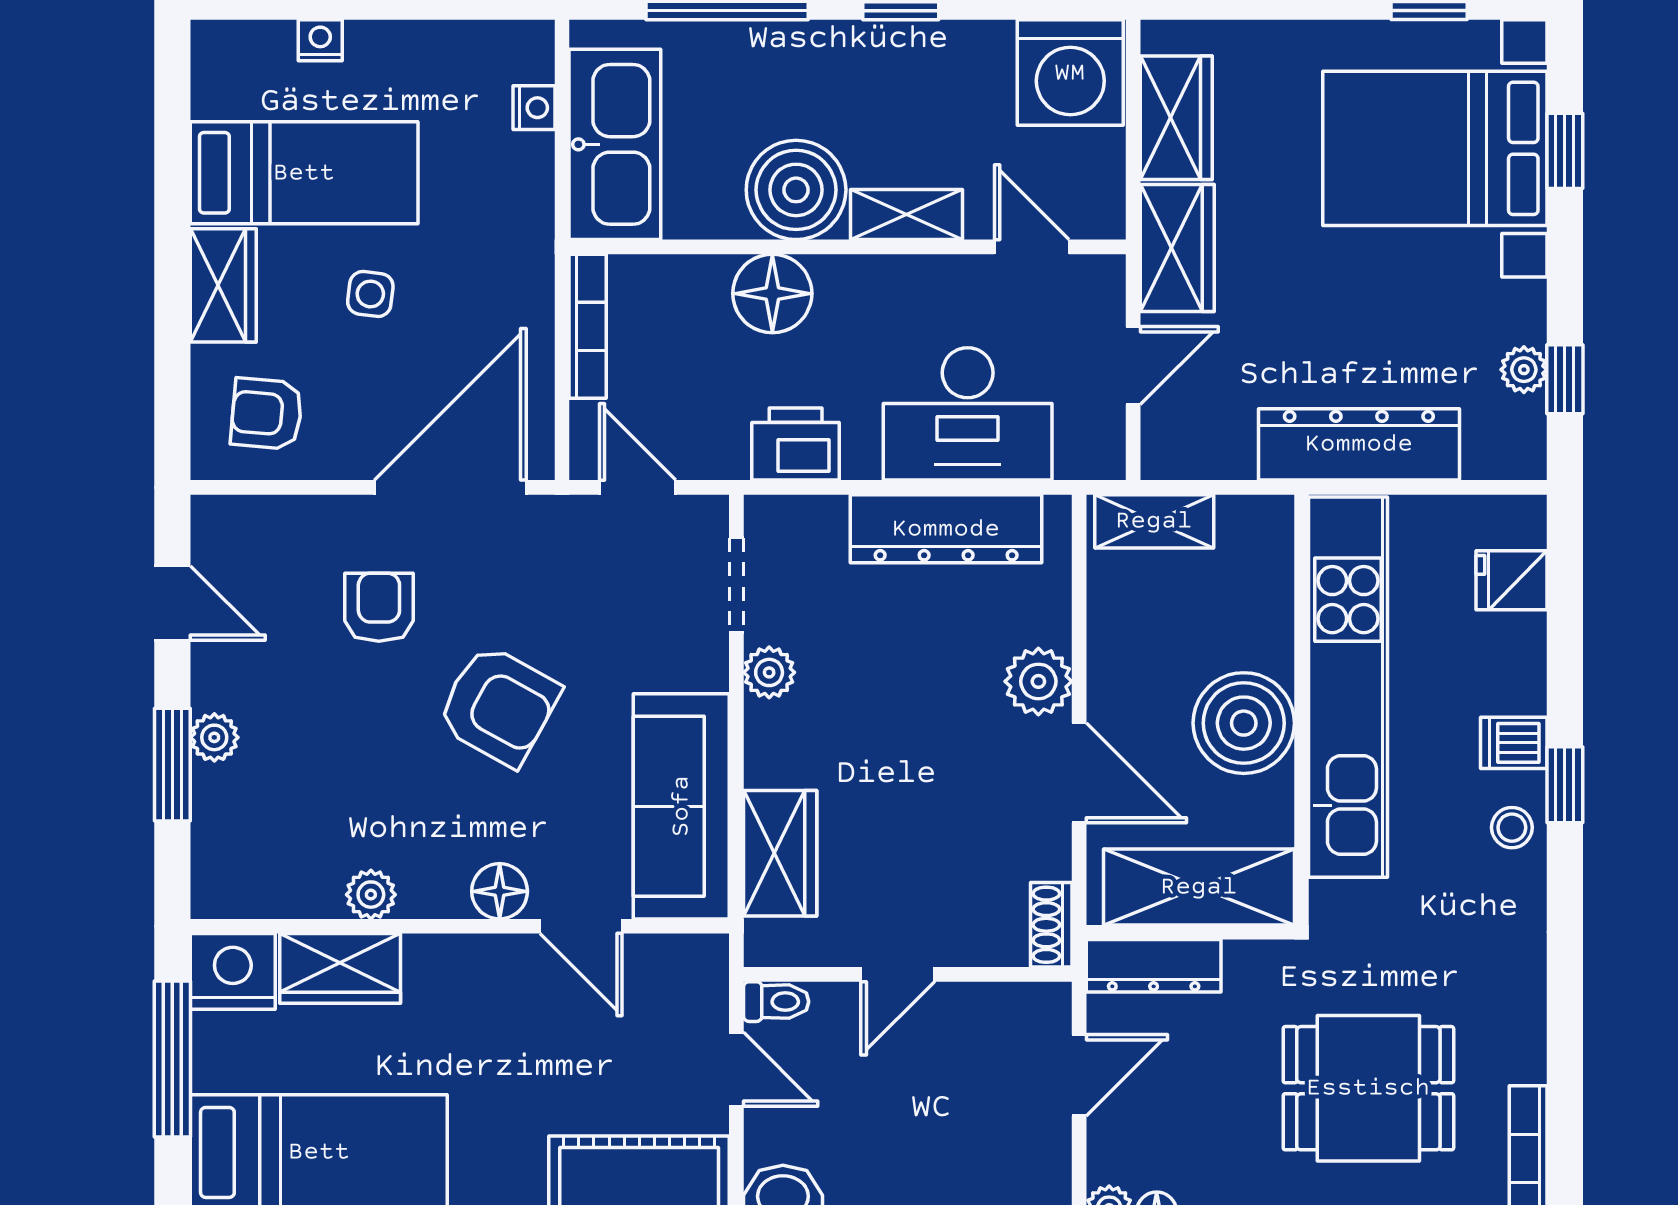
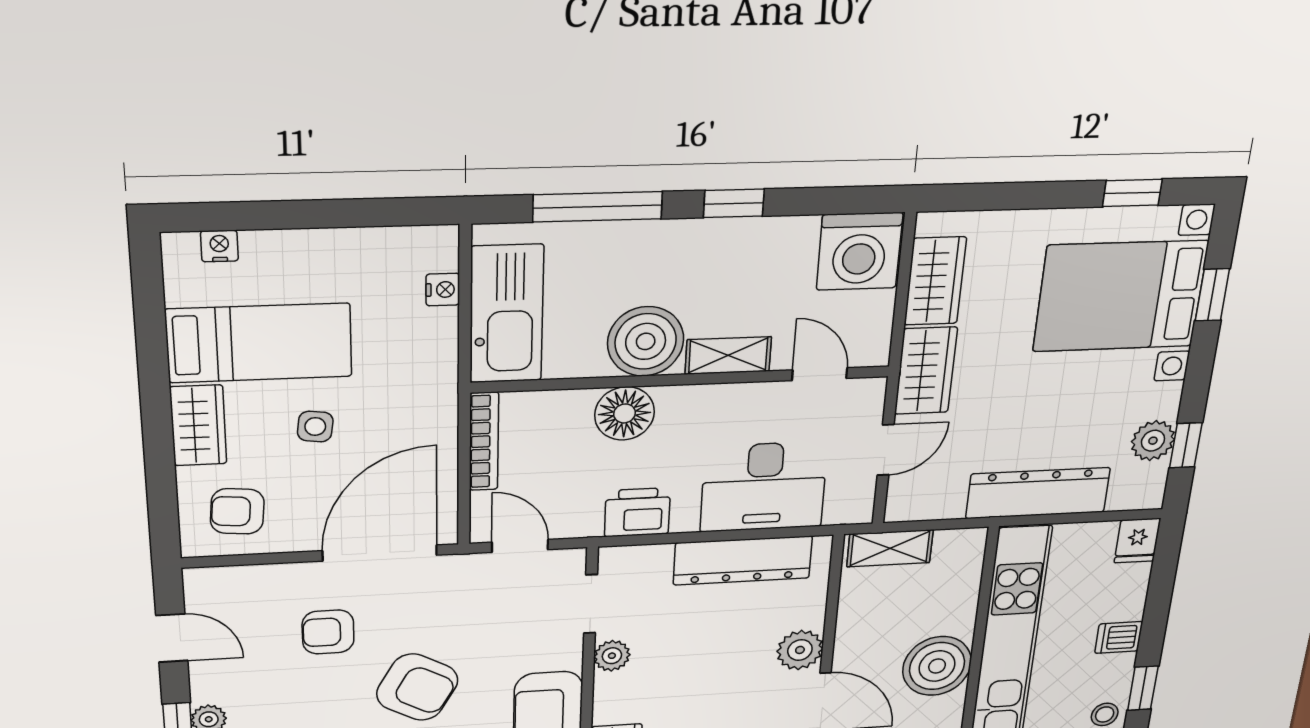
nightstand: (320, 40) -> (219, 246), moved
plant: (1524, 370) -> (1153, 441), width x1.38, depth x1.38
fridge: (1511, 580) -> (1137, 541), moved, turned -90
armchair: (379, 607) -> (328, 632), turned -90
dishwasher: (1514, 743) -> (1119, 637), moved

